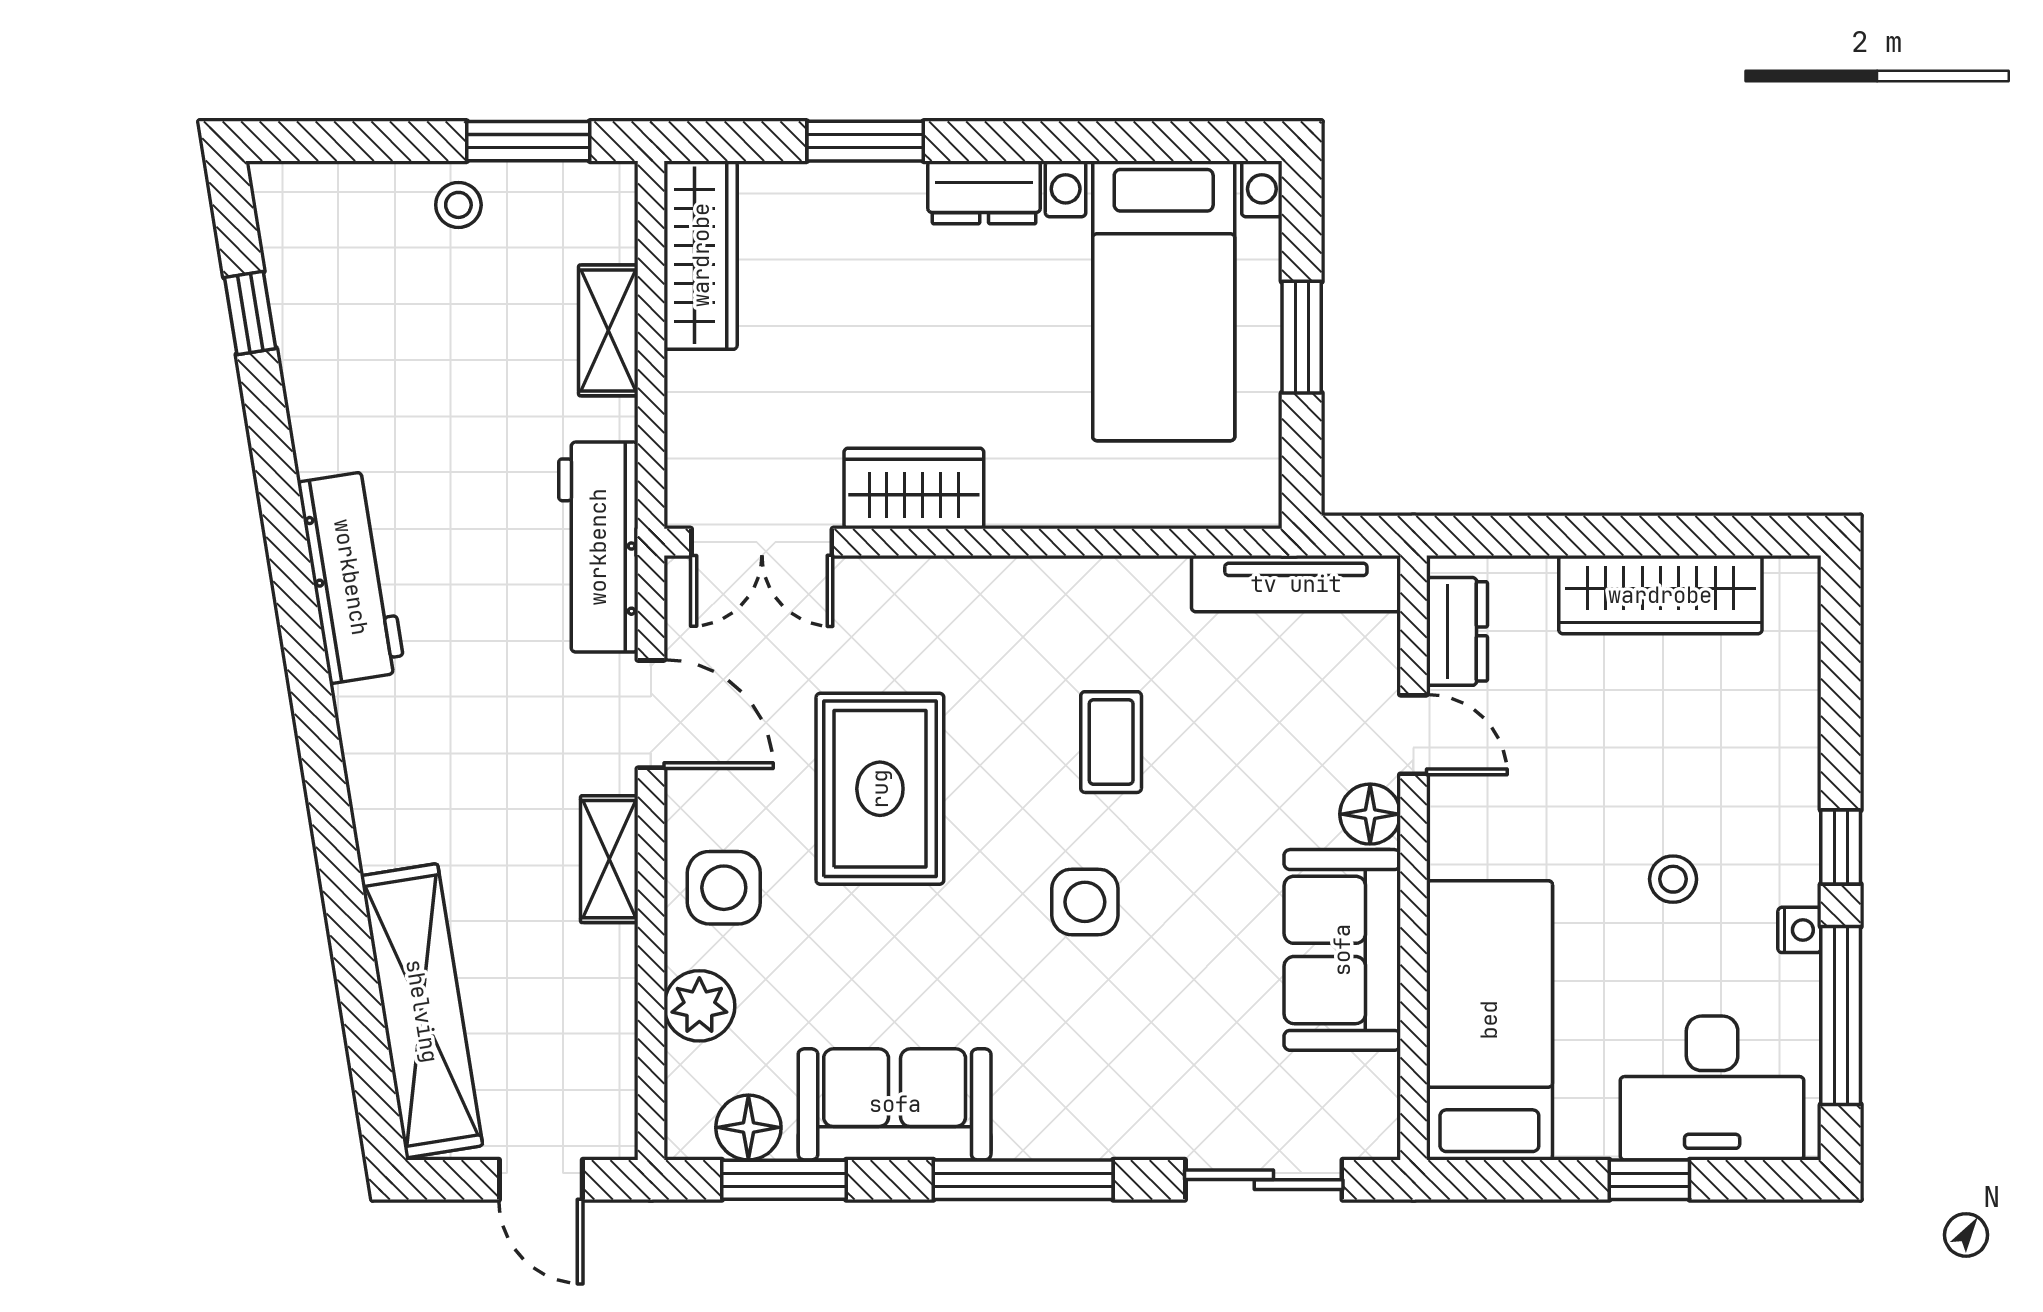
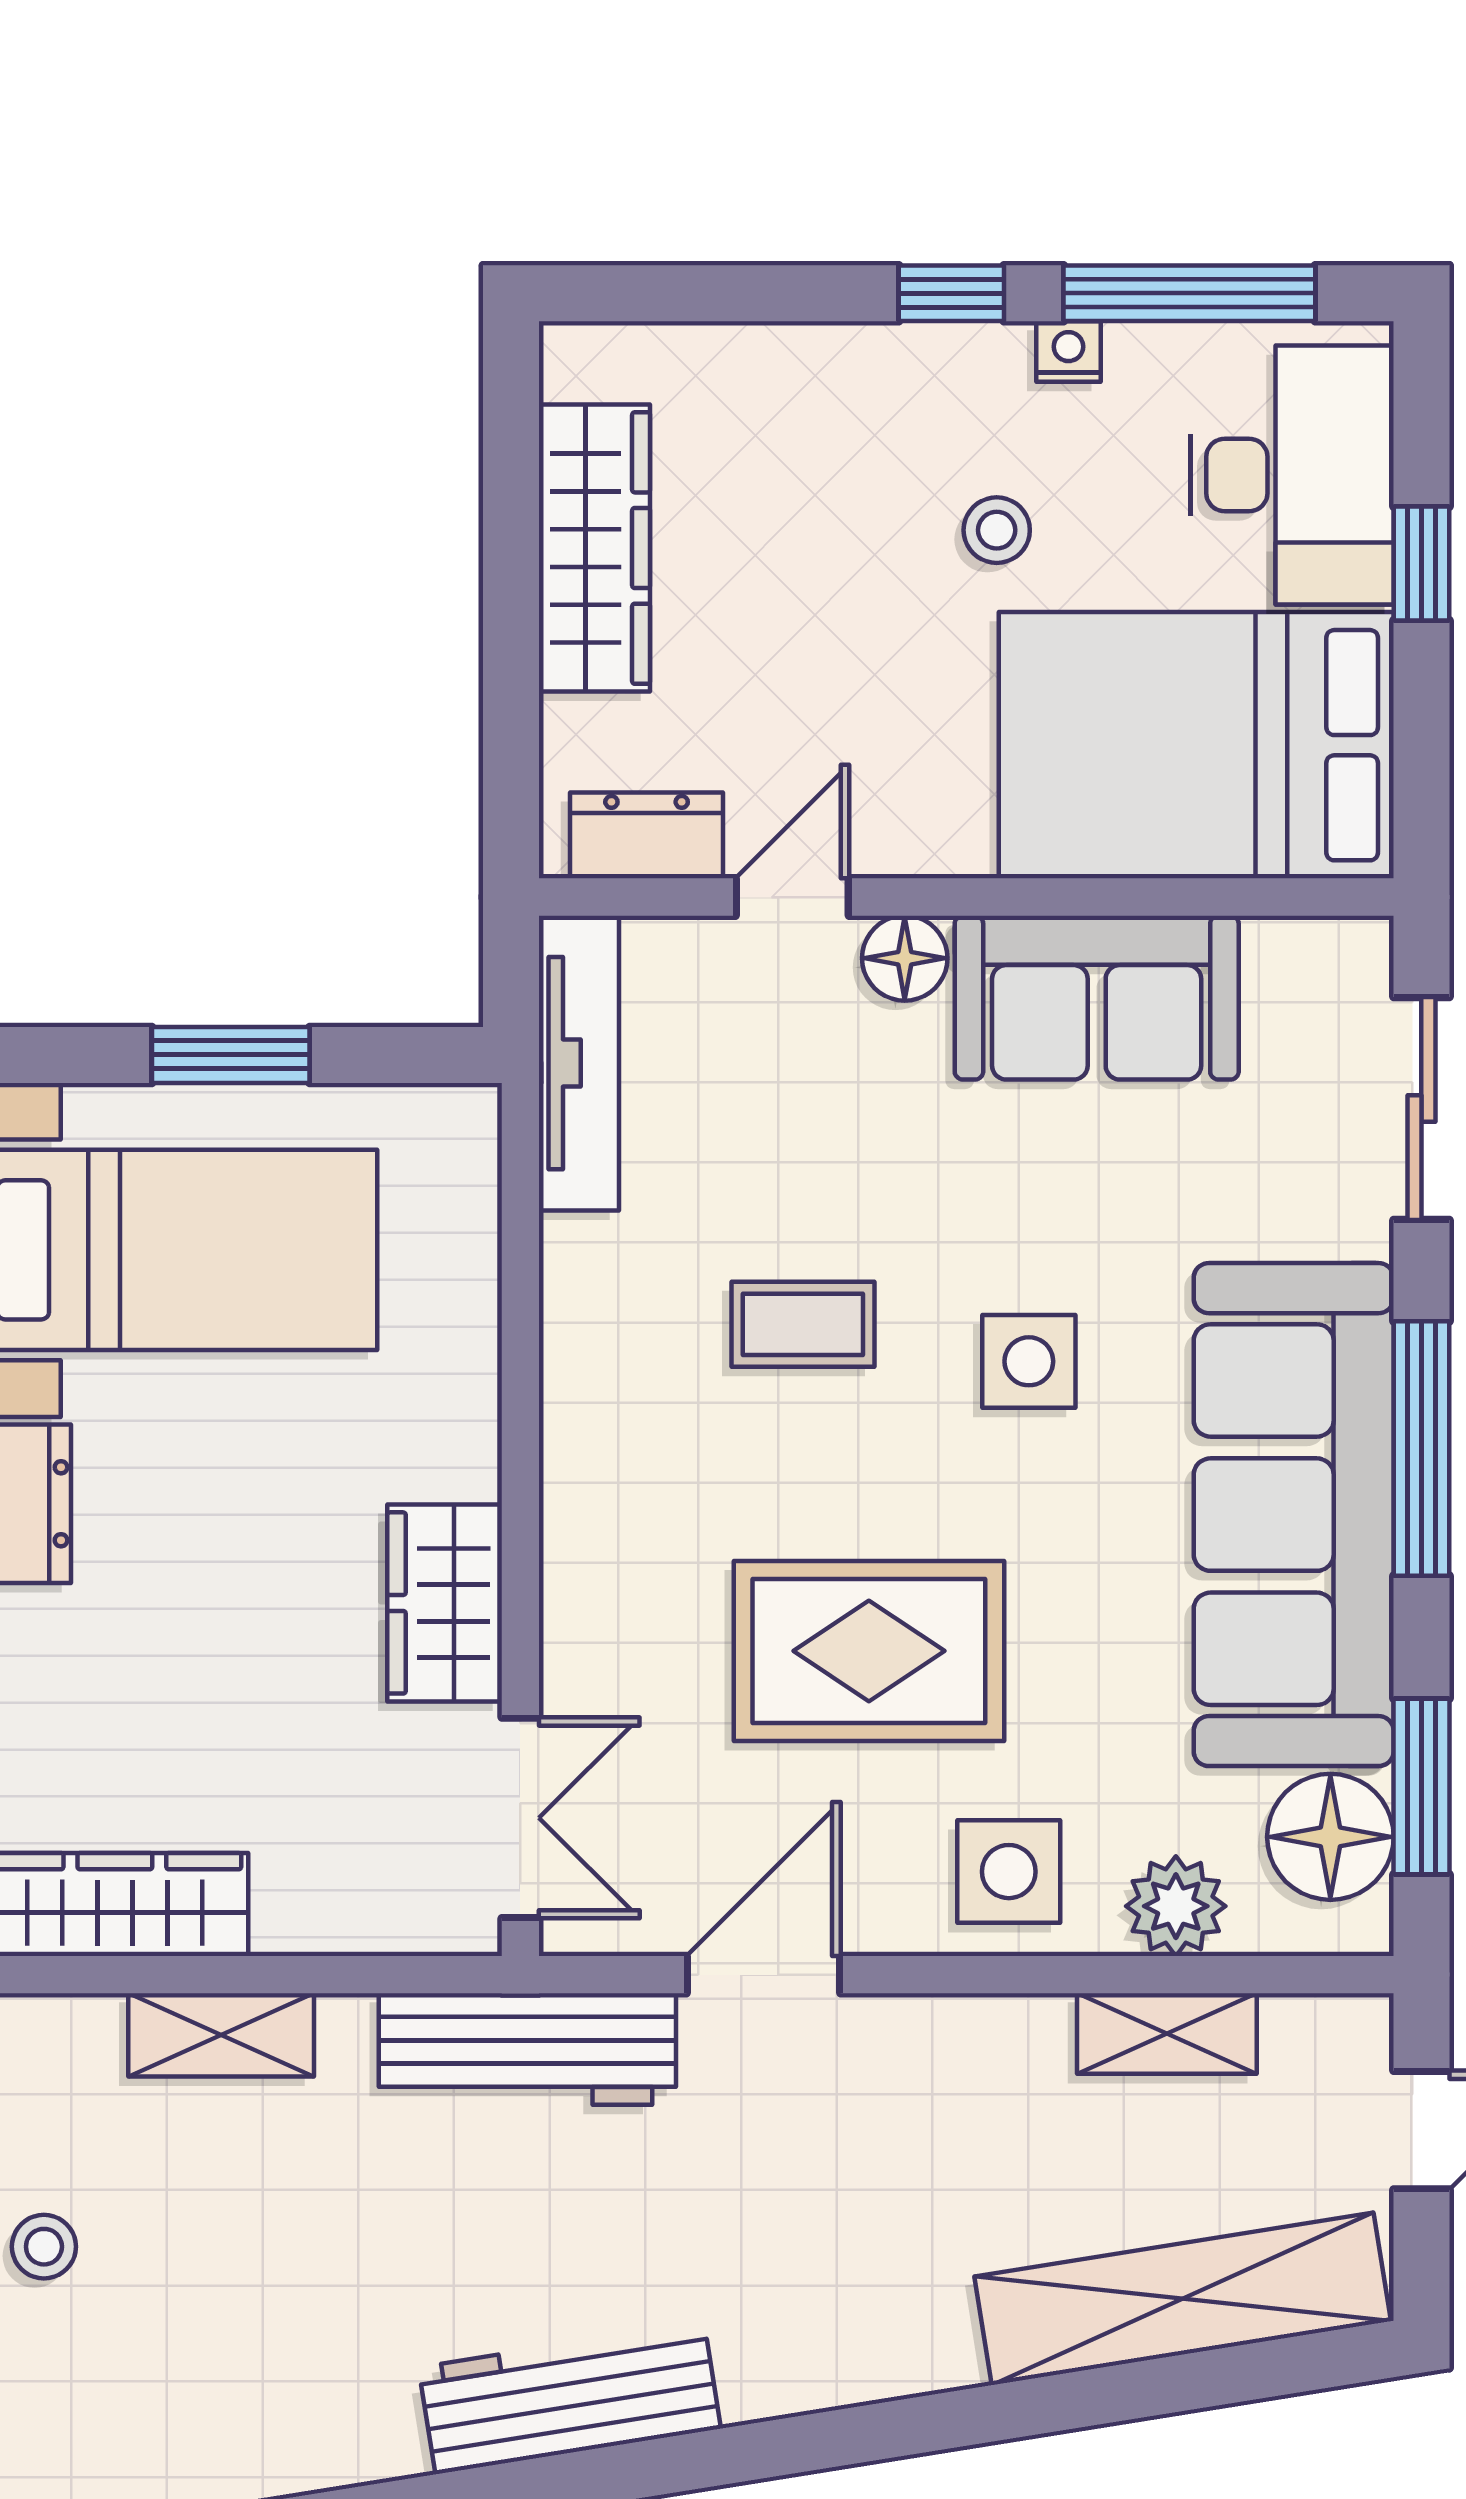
shelving: (609, 859) -> (1167, 2034), moved
bed: (1489, 1020) -> (1196, 745), width x1.50
sofa: (895, 1104) -> (1294, 1515), width x1.85, depth x1.27
floor lamp: (748, 1127) -> (1330, 1837), width x1.38, depth x1.38

